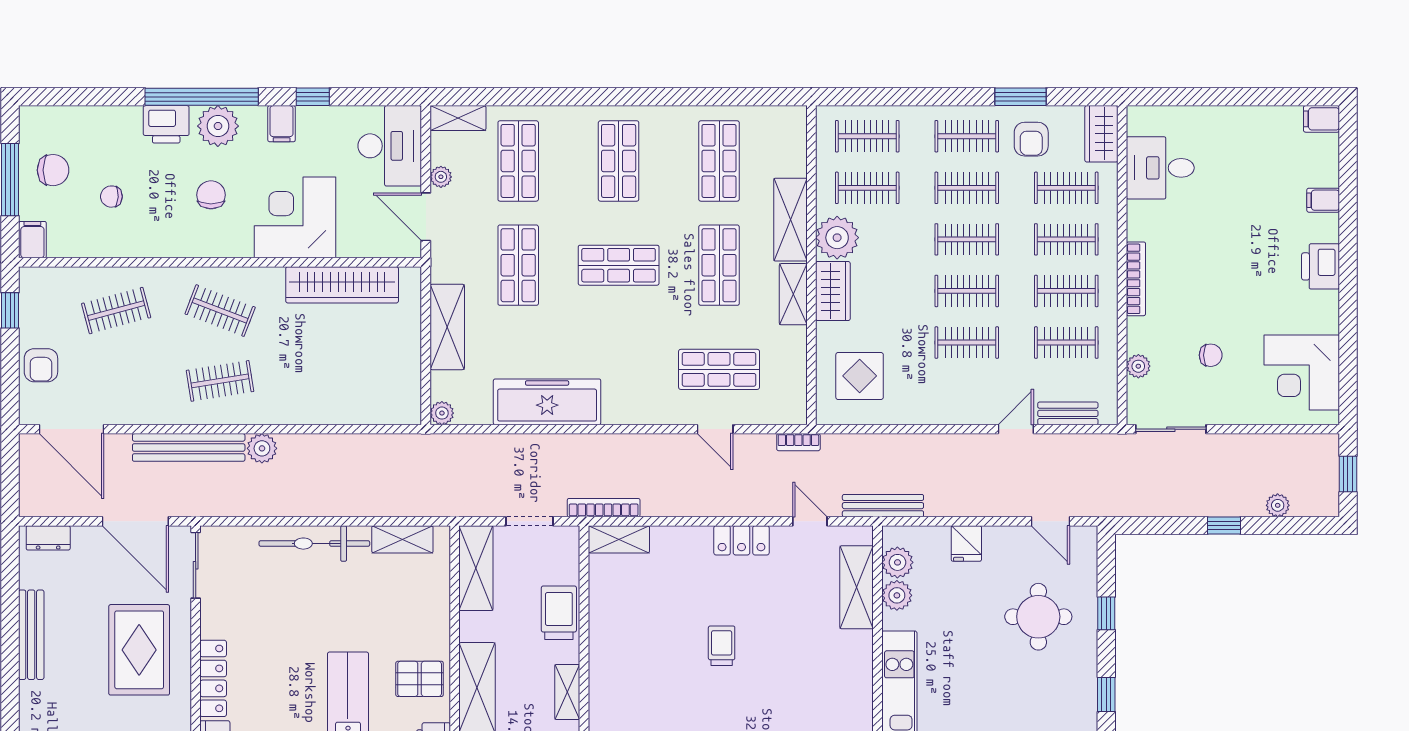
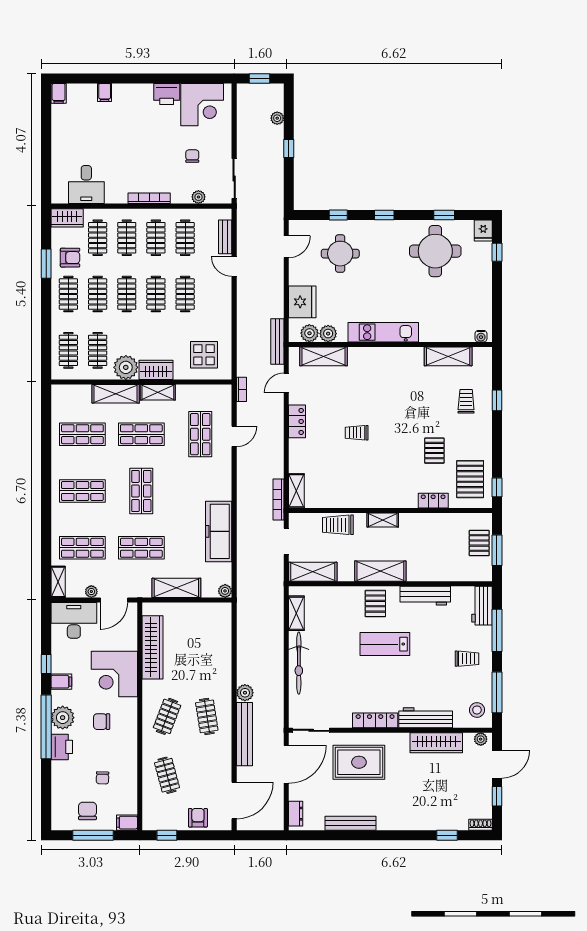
printer: (1321, 266) -> (167, 94), moved
armchair: (41, 365) -> (198, 818), turned -90
fridge: (966, 543) -> (302, 302), width x1.88, depth x1.34

